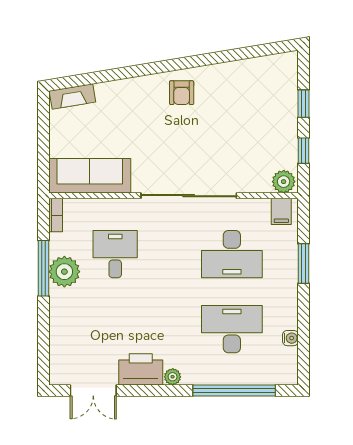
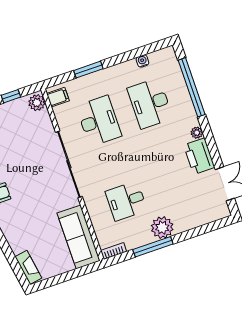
plant: (64, 272) -> (162, 228), moved

